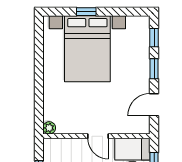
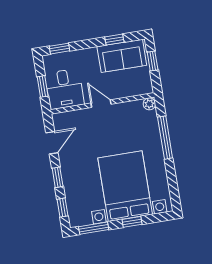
window: (126, 12) -> (94, 228), added
window: (39, 91) -> (165, 138), added

